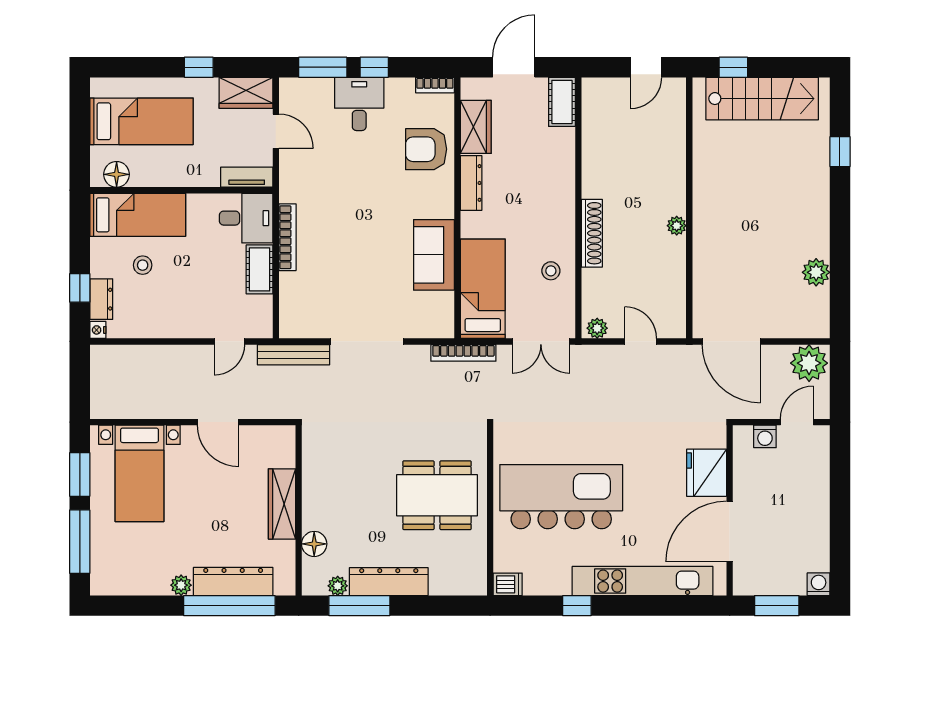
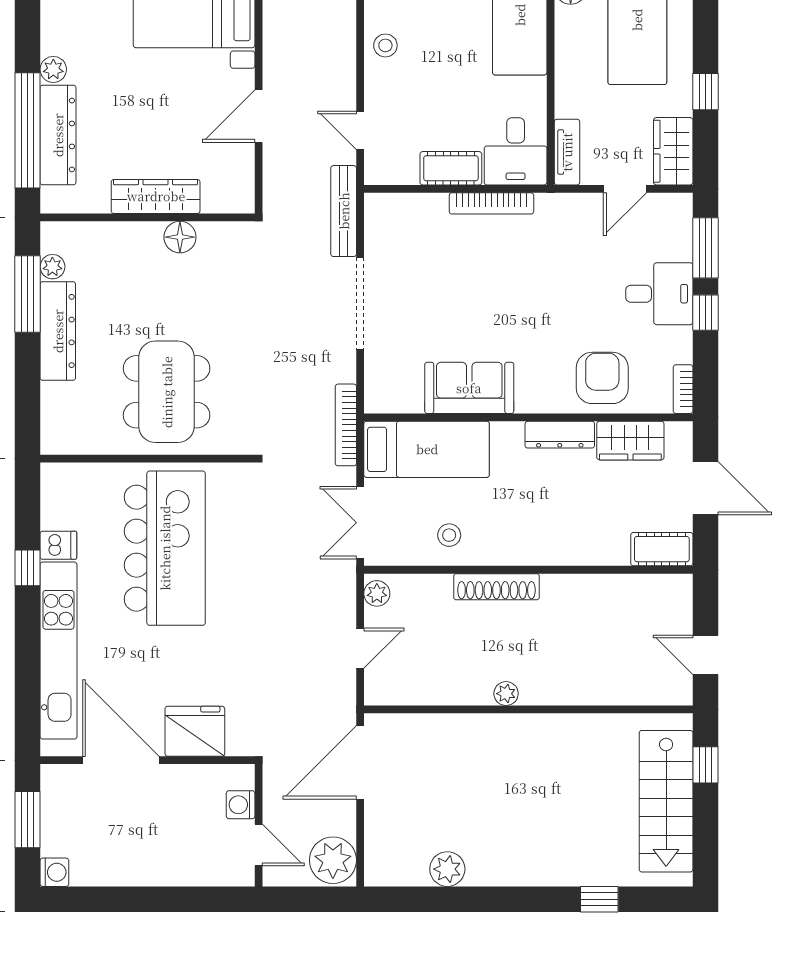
stool: (143, 265) -> (385, 45), moved
floor lamp: (314, 544) -> (180, 237), moved
dishwasher: (508, 584) -> (58, 545), moved, turned -90

